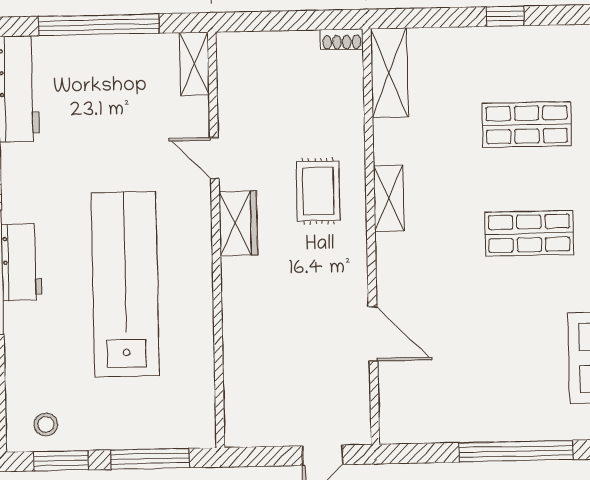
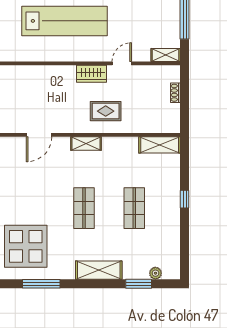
shoe rack: (342, 39) -> (175, 93), moved
shelving: (389, 198) -> (86, 144), moved

